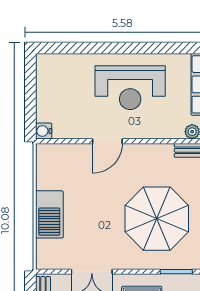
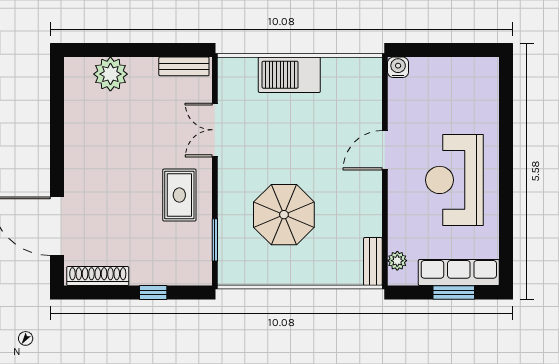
door: (107, 141) -> (385, 150), hinge flipped
parasol: (157, 219) -> (284, 215), width x0.73, depth x0.73

